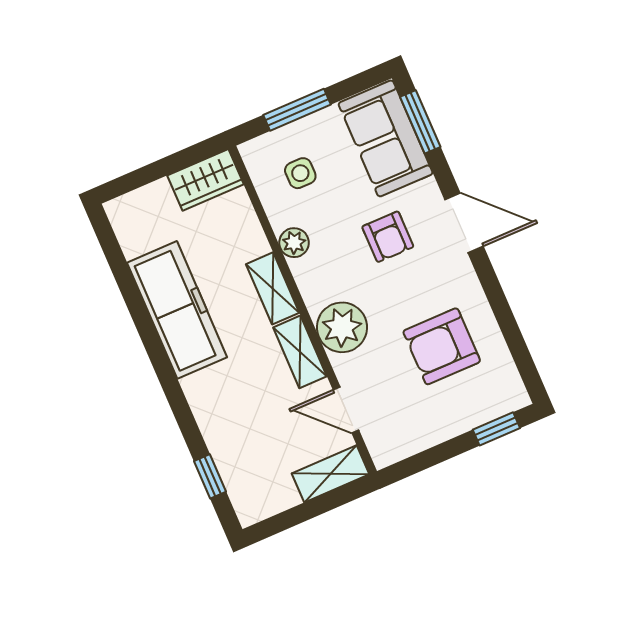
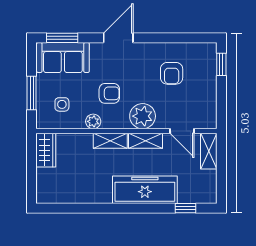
armchair: (388, 237) -> (109, 93), moved
freezer: (177, 310) -> (145, 190), moved
armchair: (442, 346) -> (172, 73), width x0.72, depth x0.72
door: (346, 410) -> (182, 131), hinge flipped

